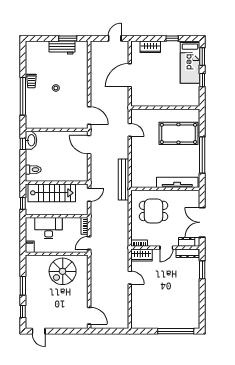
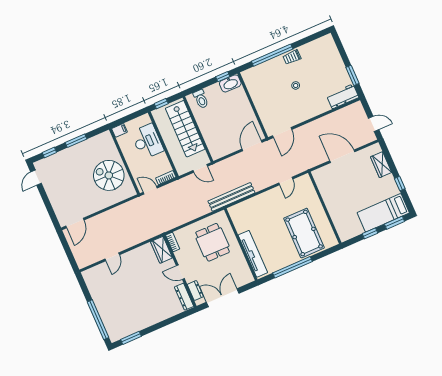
workbench: (62, 48) -> (343, 96), moved, turned 90
window: (202, 270) -> (131, 338), moved
door: (130, 278) -> (112, 257), moved

